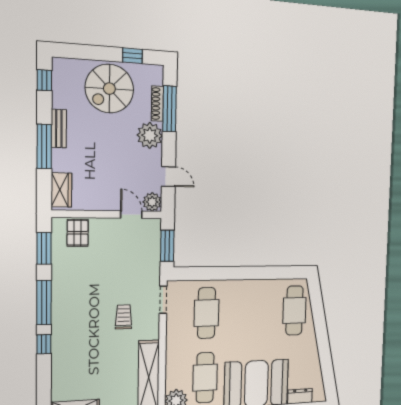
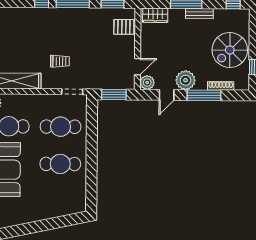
spiral stairs: (109, 89) -> (230, 50), turned -90
window: (170, 109) -> (204, 95), moved
plant: (150, 135) -> (185, 80), moved
cafe table: (294, 310) -> (60, 164), moved

